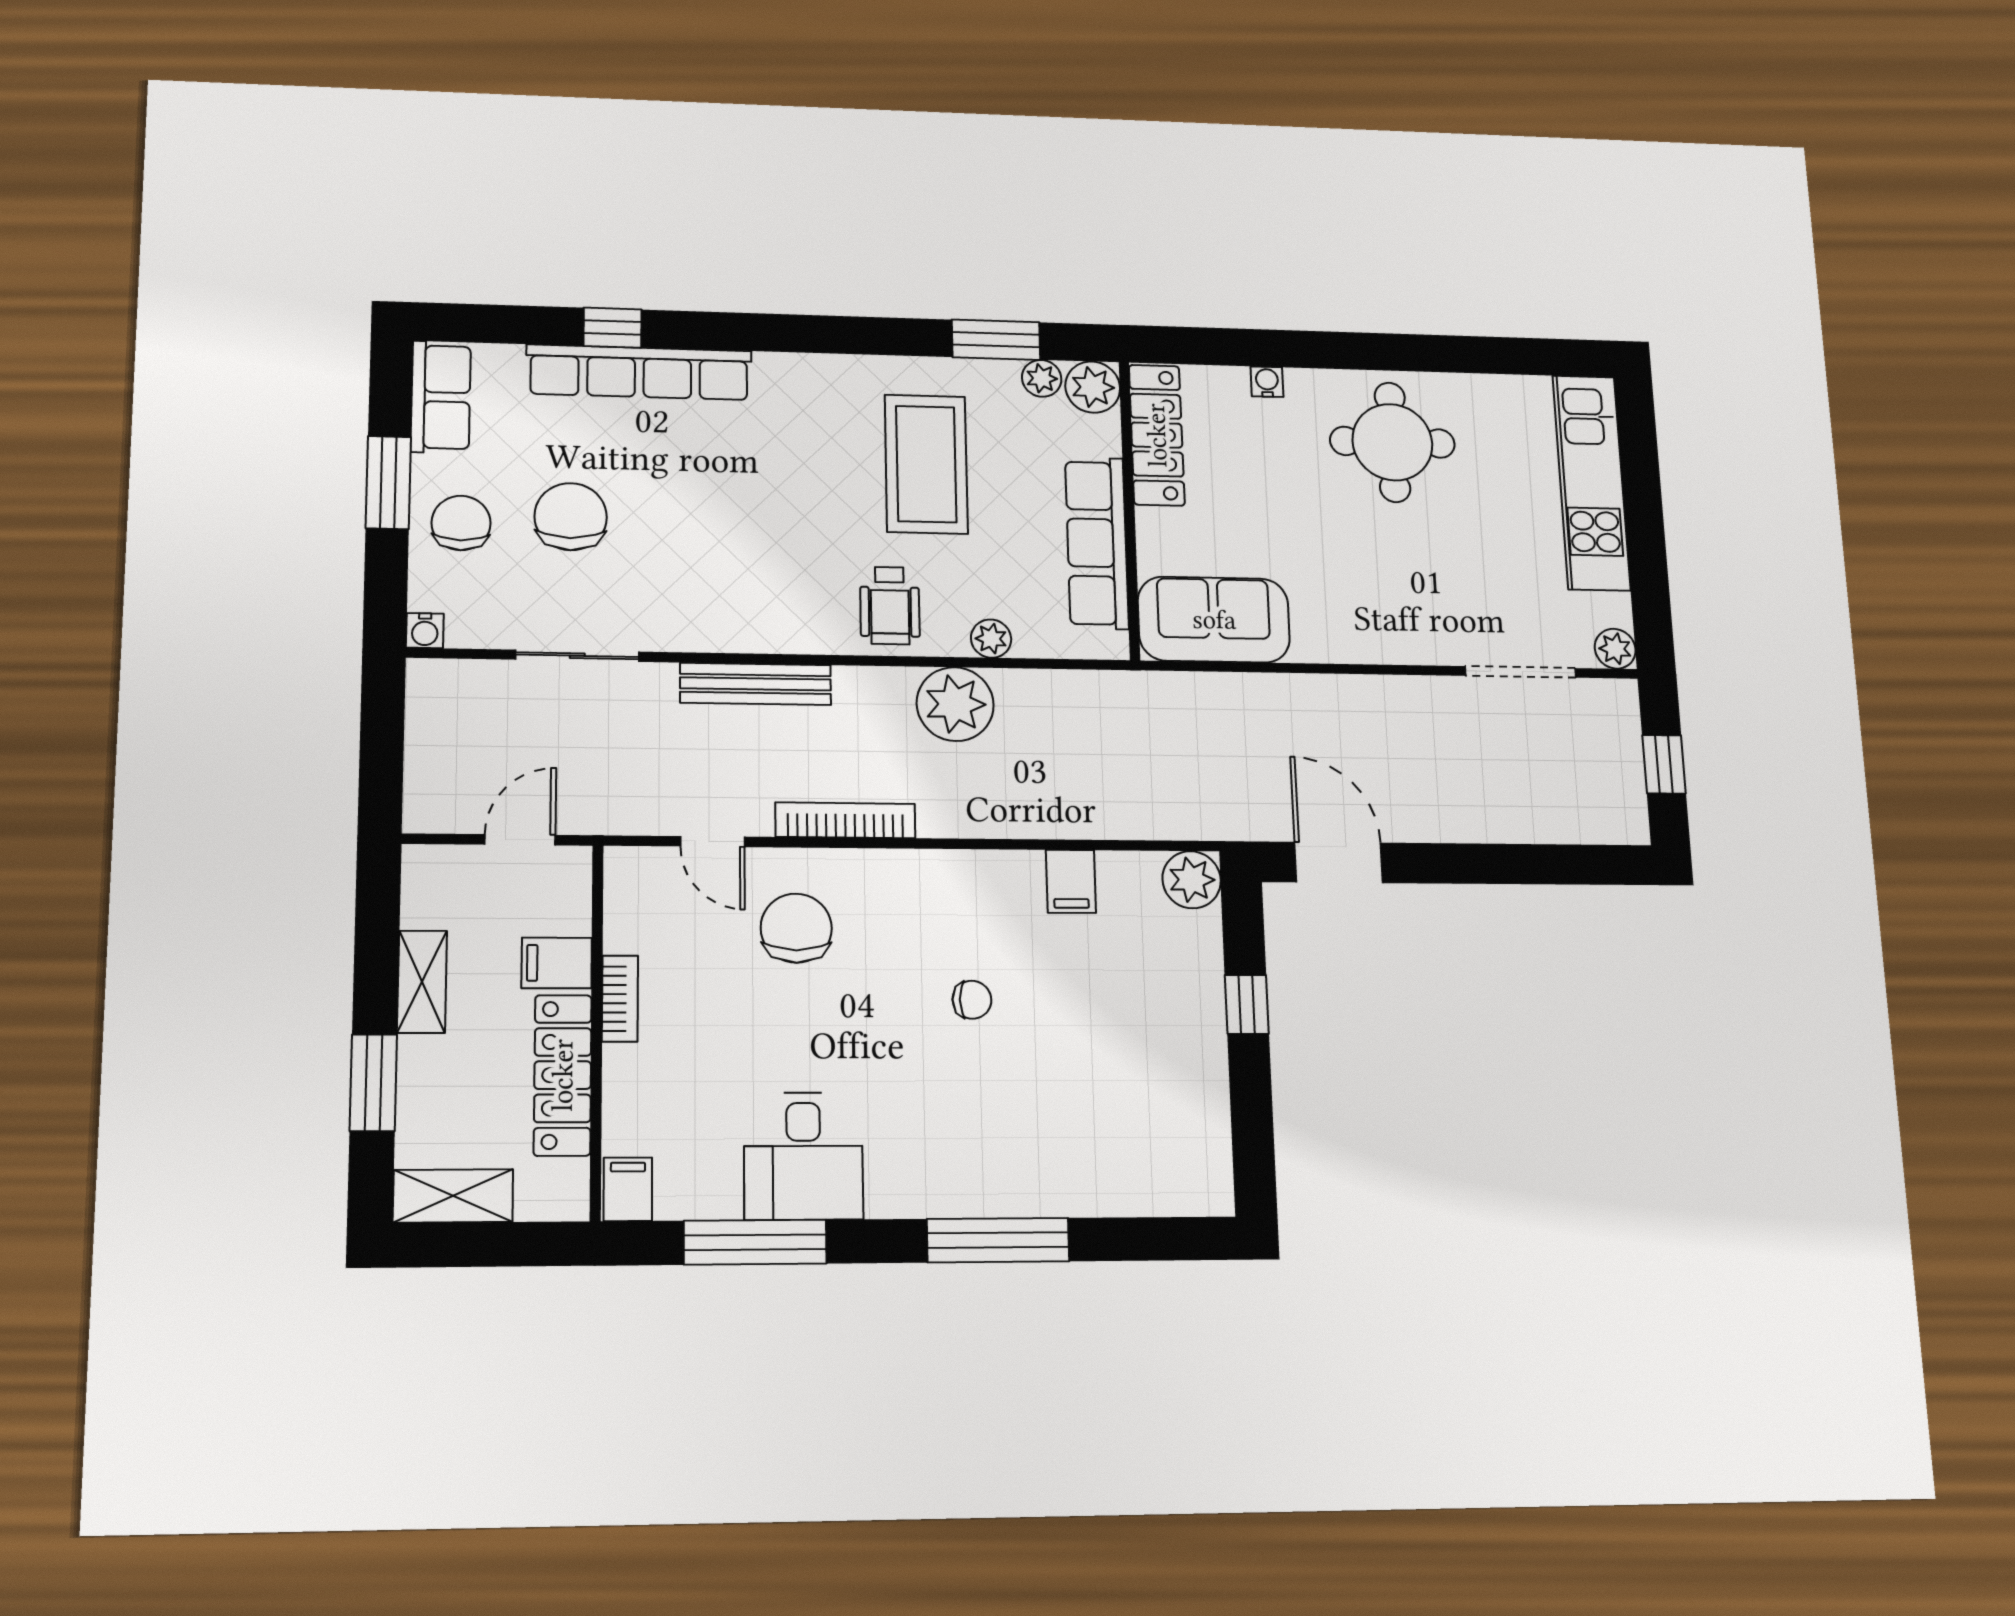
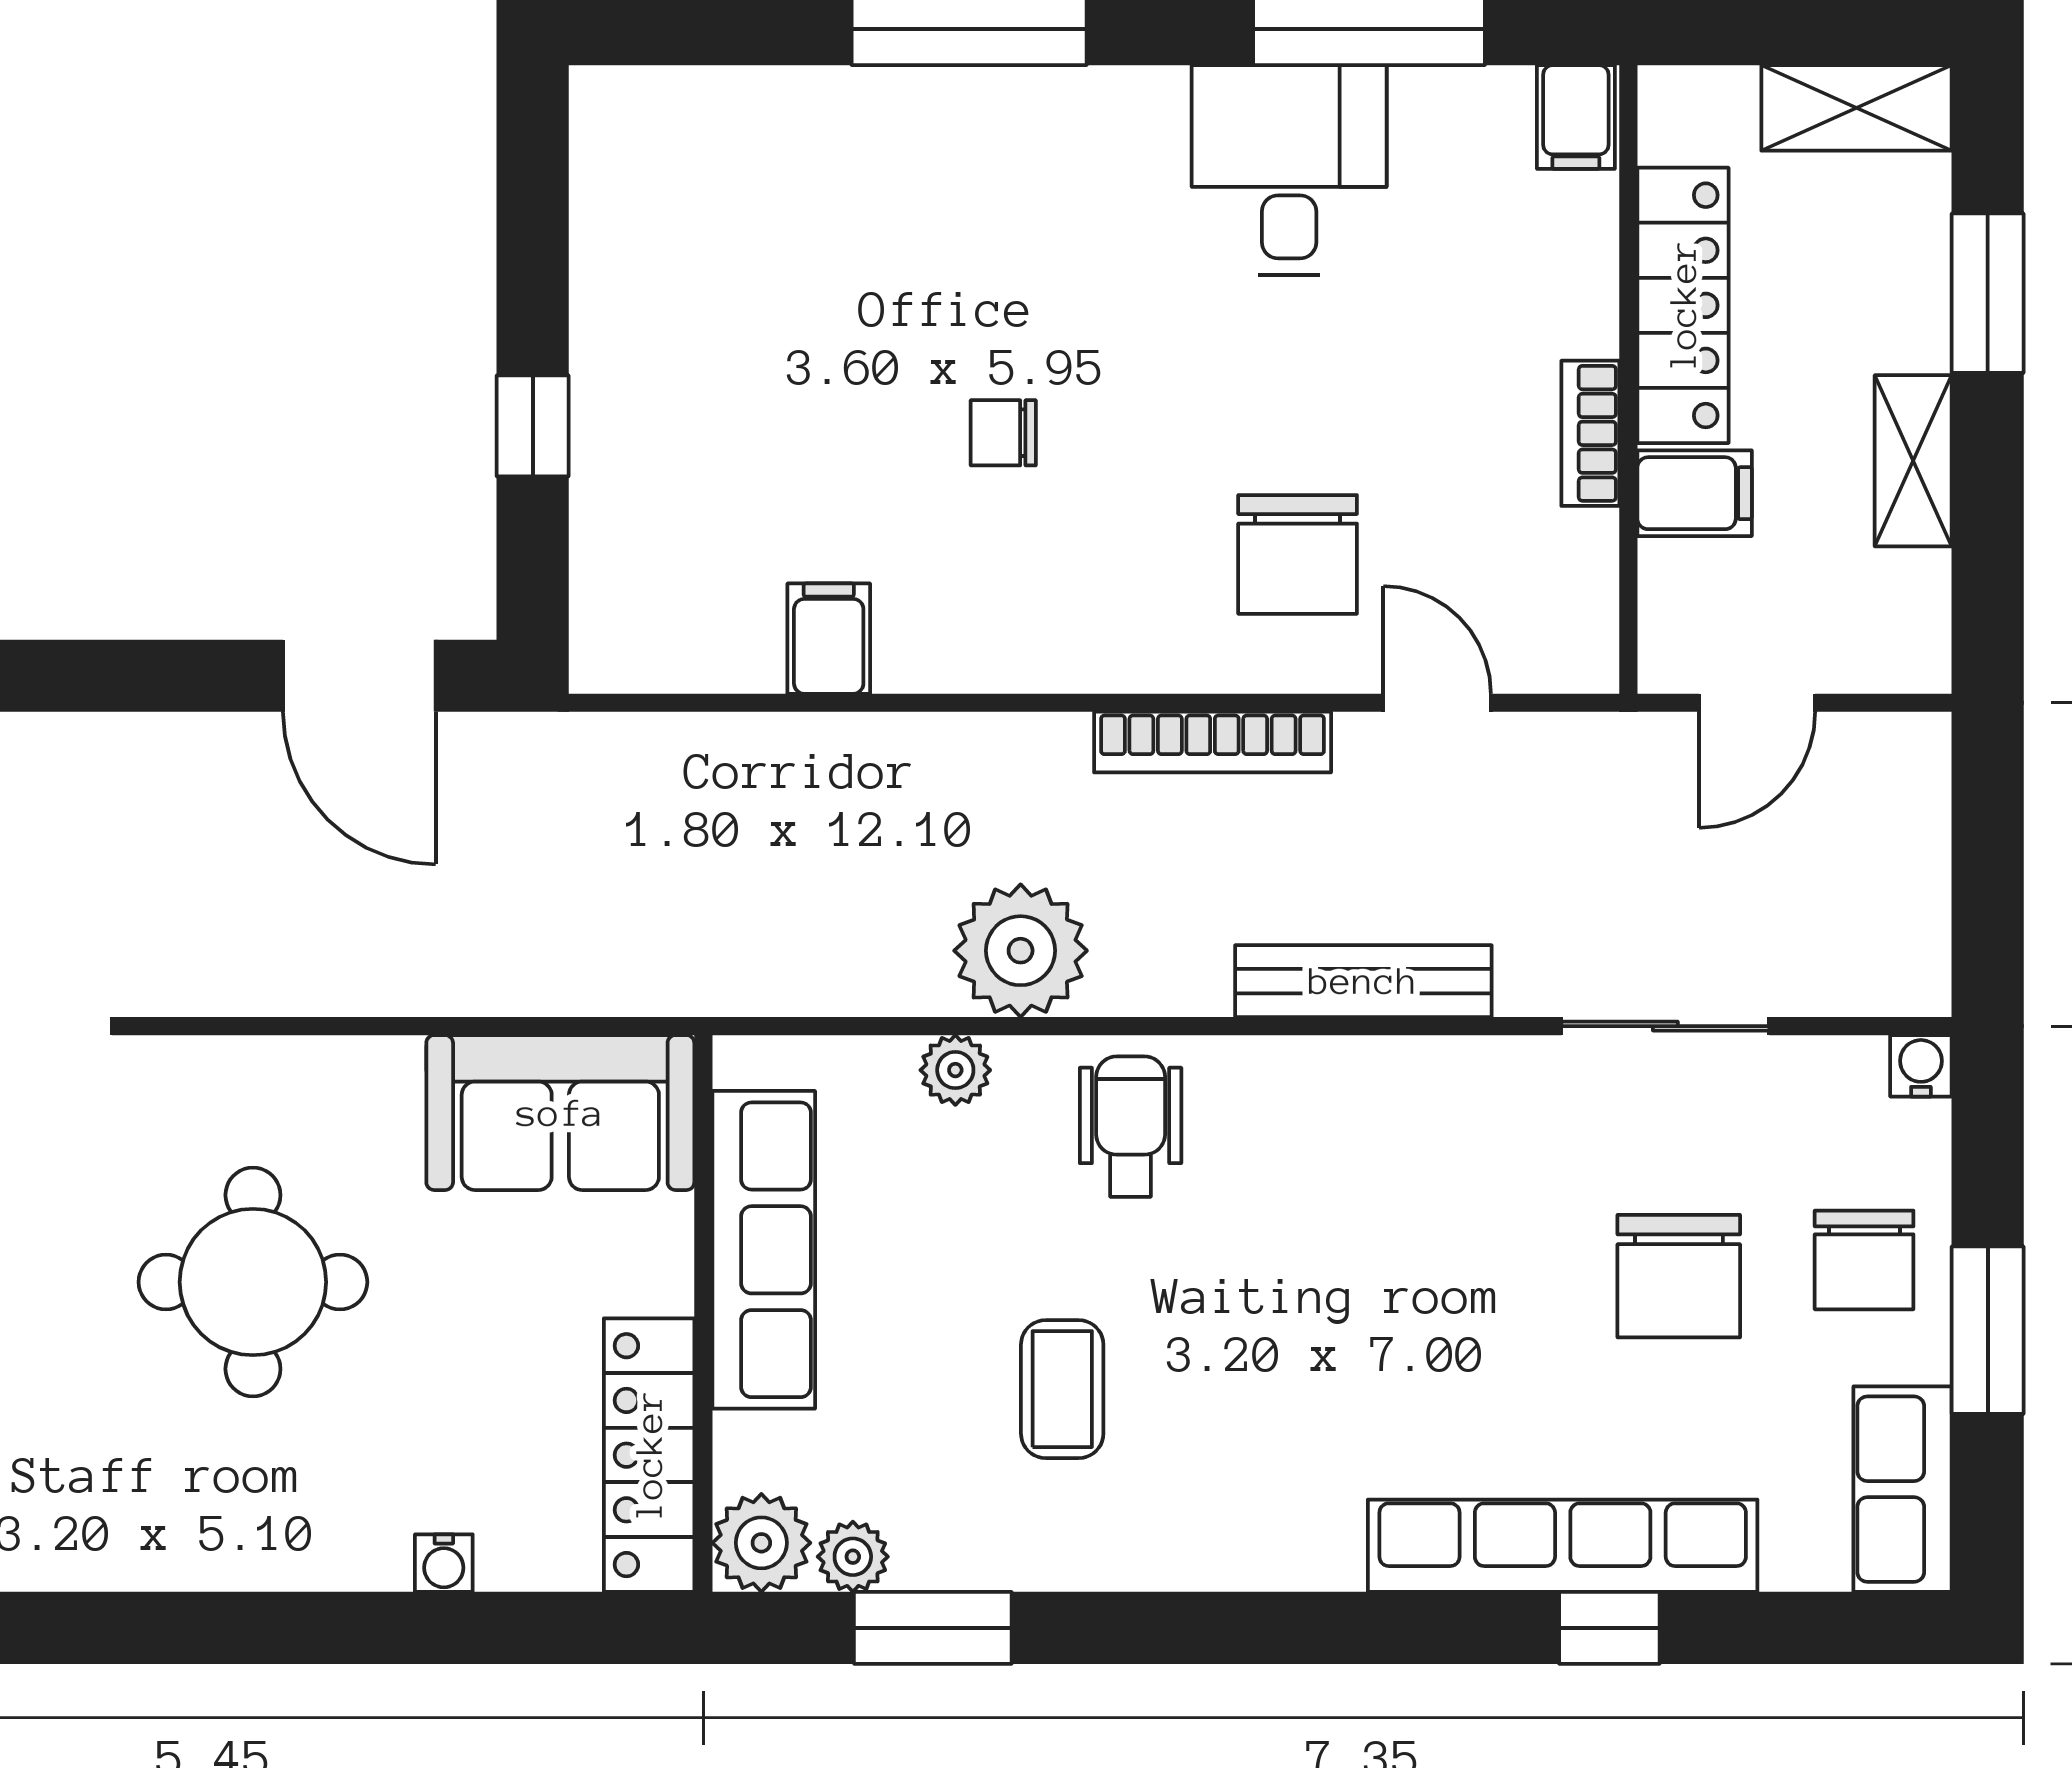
round table: (1392, 442) -> (253, 1282), moved
coffee table: (926, 464) -> (1062, 1389), width x0.54, depth x0.58
plant: (1192, 880) -> (619, 643), removed

